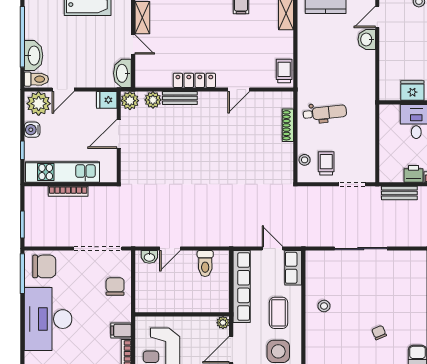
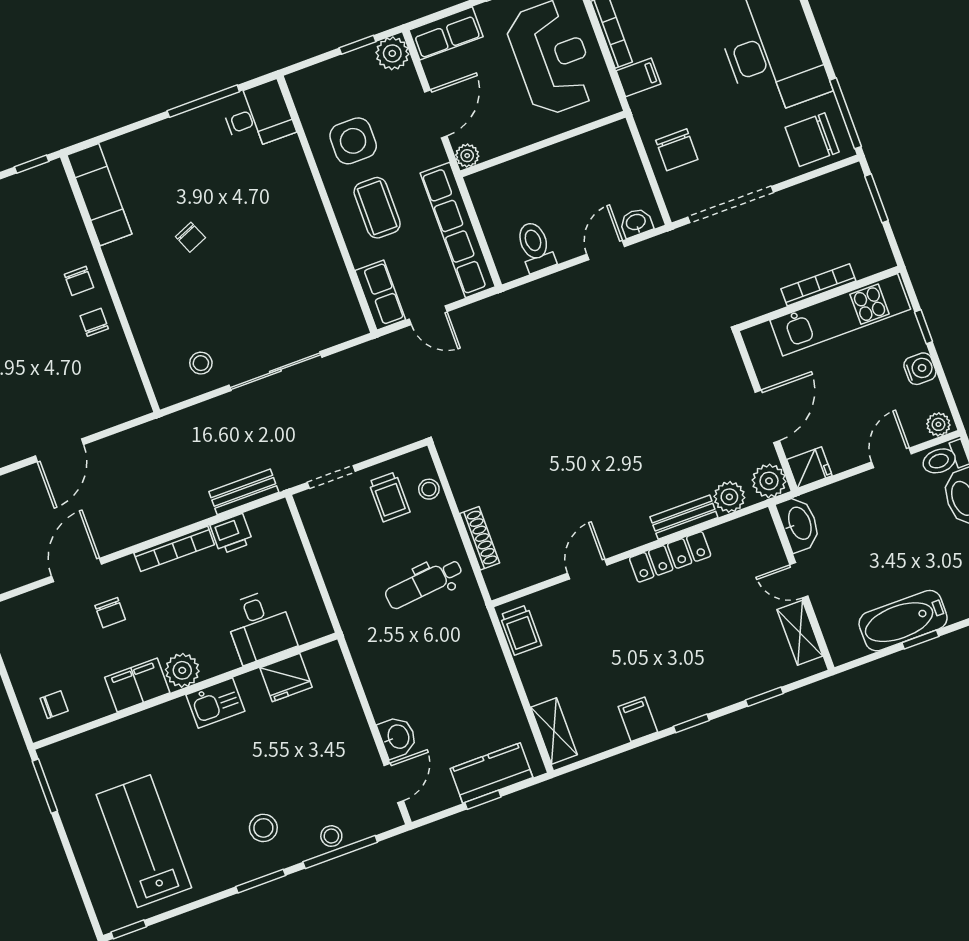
plant: (39, 104) -> (938, 424), width x0.53, depth x0.53
stool: (324, 306) -> (201, 363), moved

